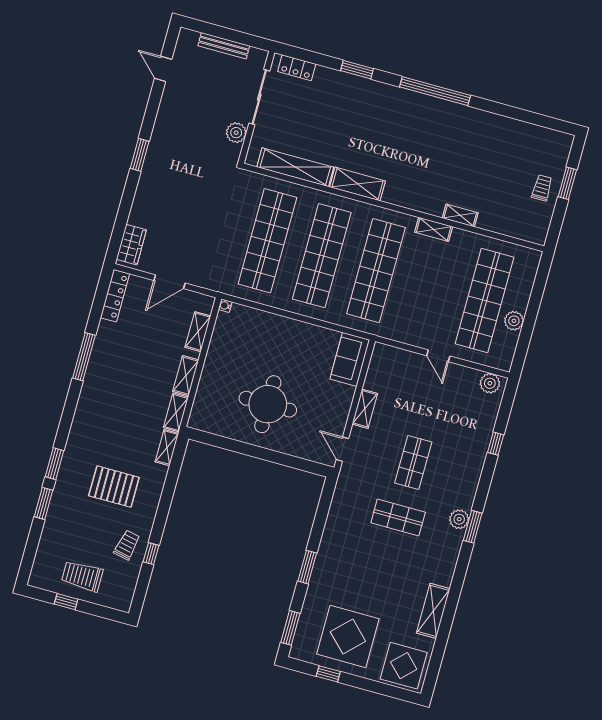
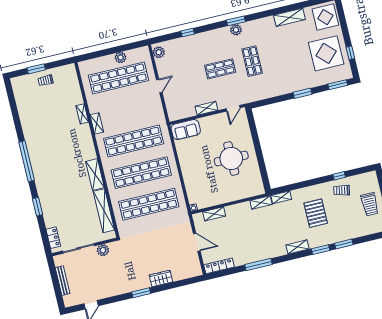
wardrobe: (131, 245) -> (161, 278), moved
shelving: (186, 376) -> (298, 247), moved

